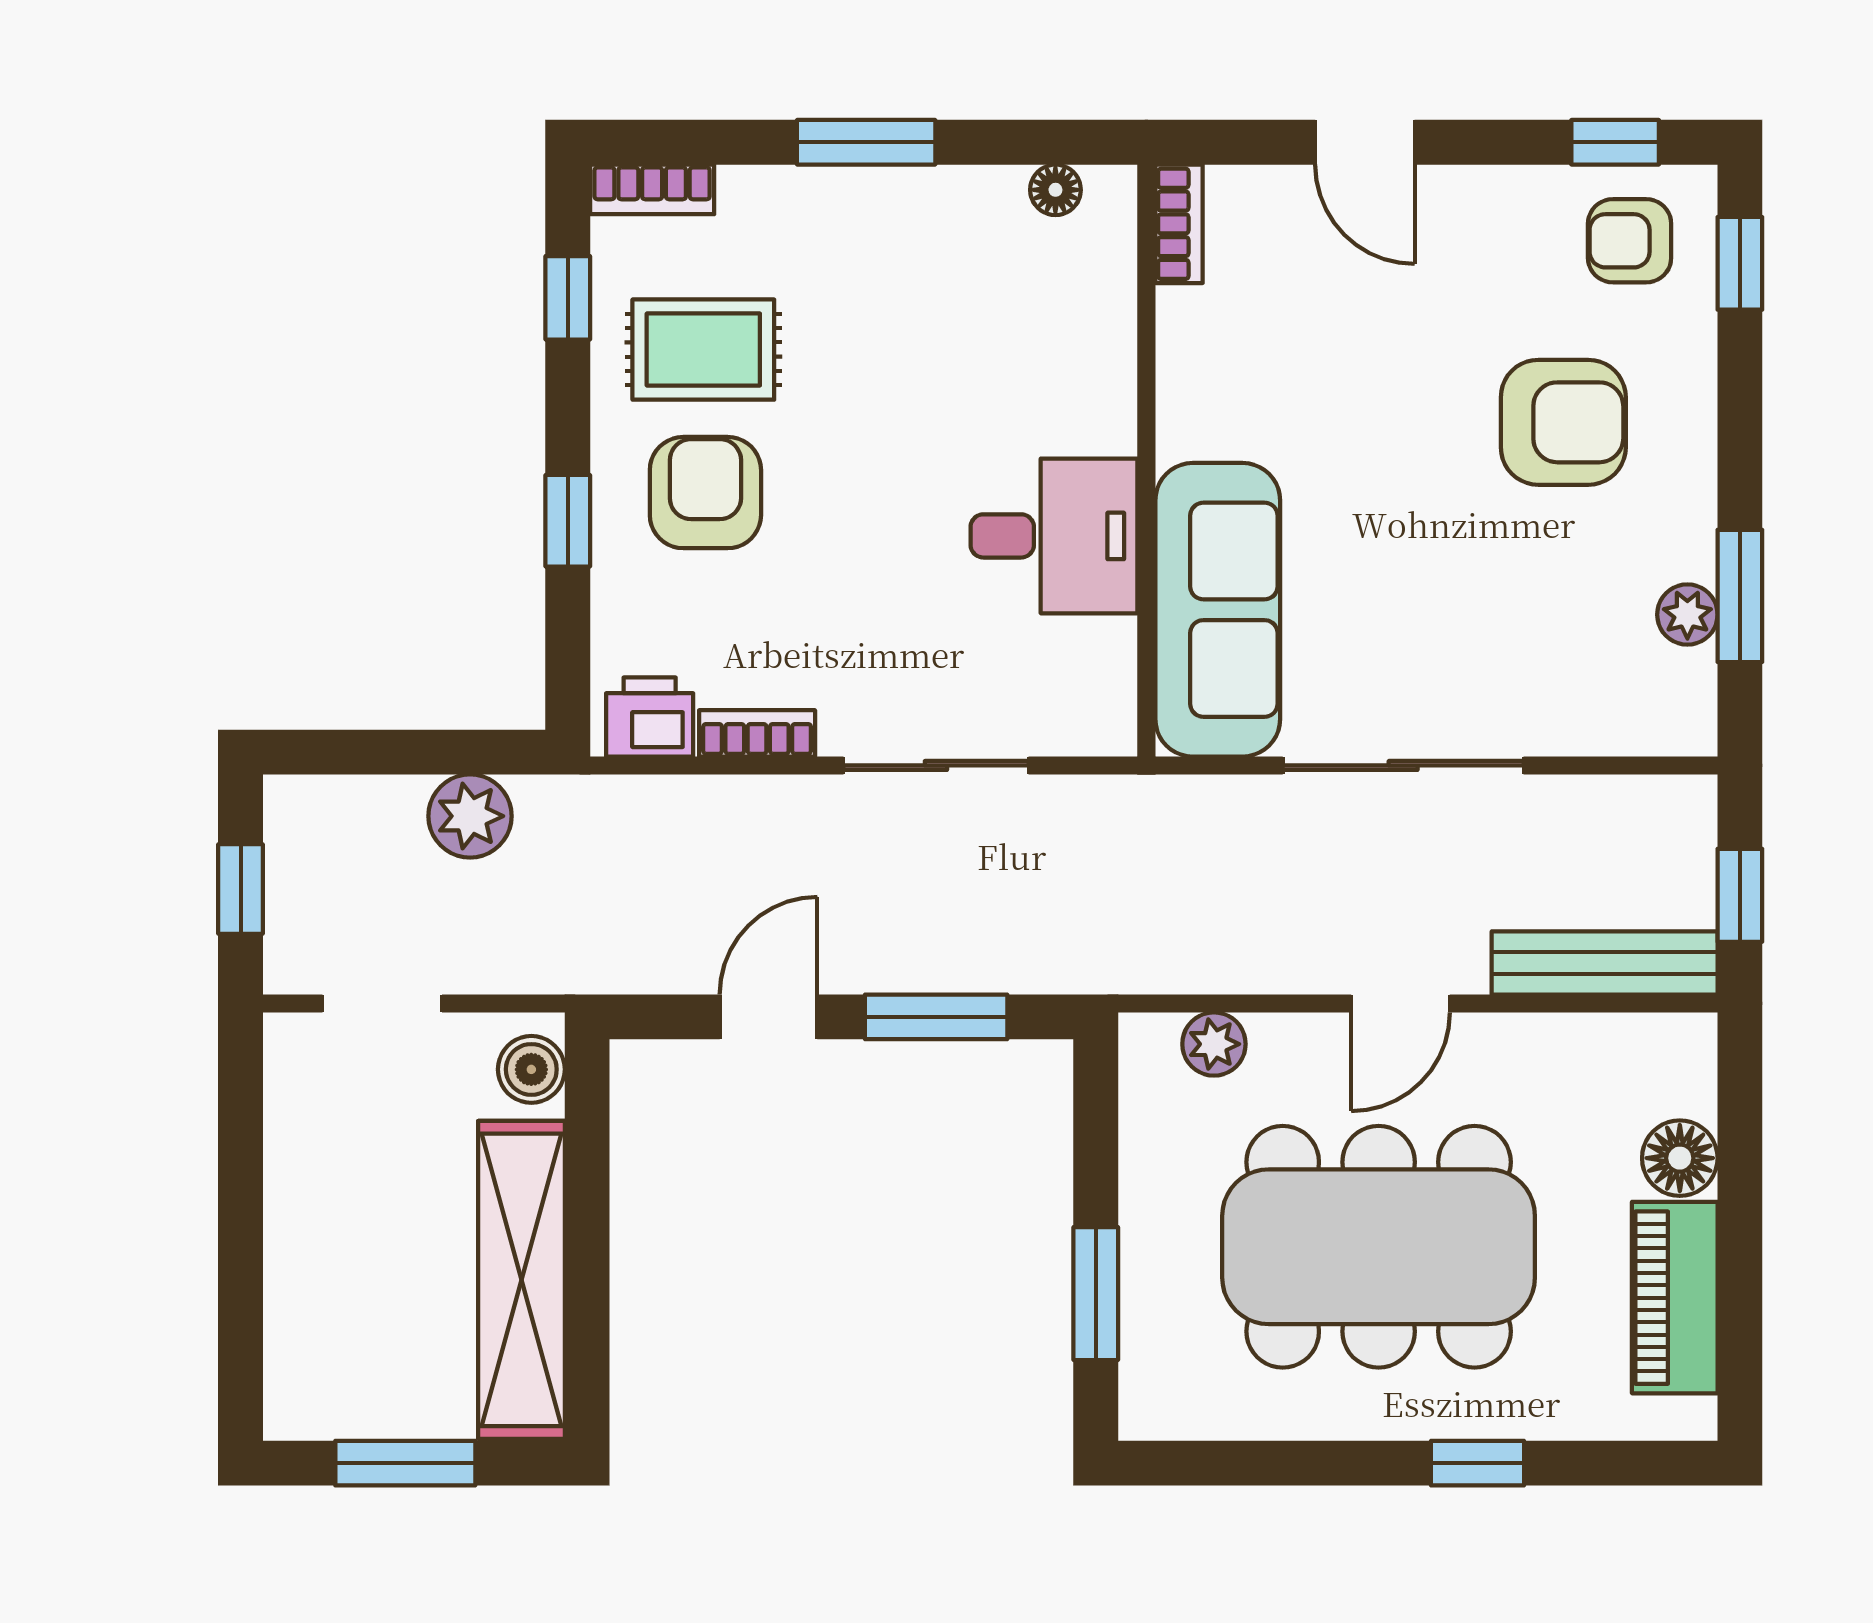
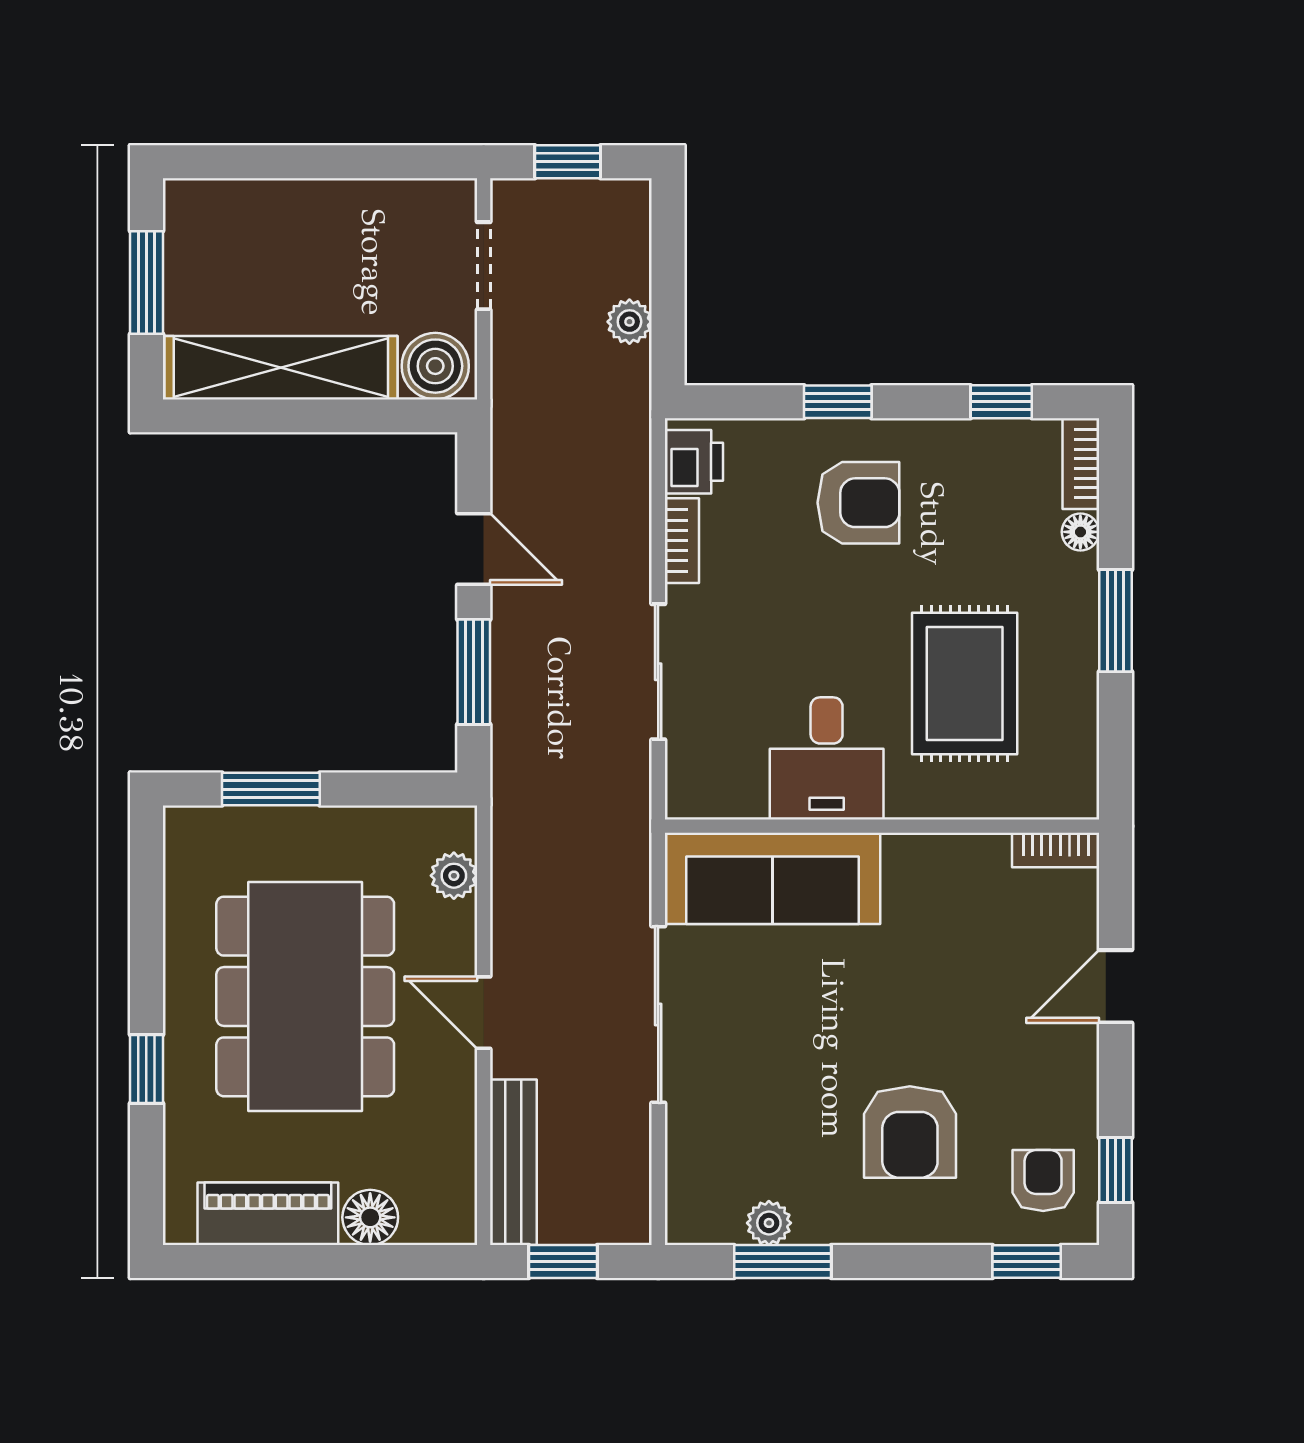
floor lamp: (1055, 190) -> (1080, 532), moved
rug: (703, 350) -> (965, 683), moved, width x1.36, depth x1.43
plant: (470, 816) -> (629, 322), width x0.73, depth x0.73
boiler: (531, 1069) -> (435, 366), width x1.36, depth x1.36

